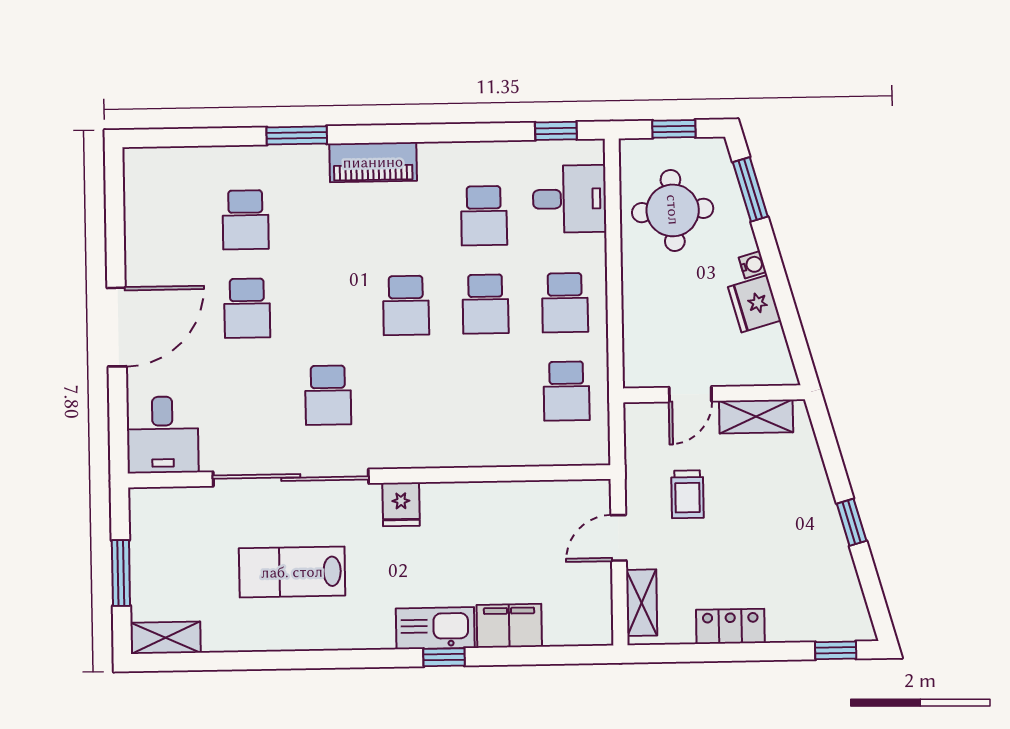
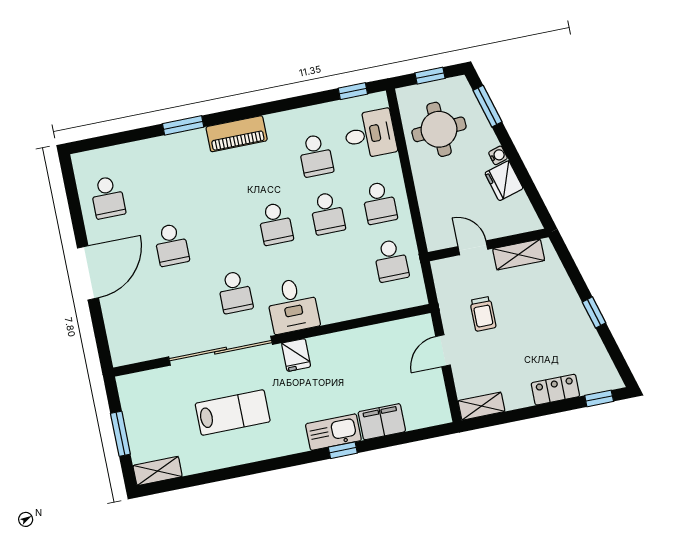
school desk: (246, 220) -> (108, 197), moved
door: (690, 394) -> (473, 248), swing flipped
desk: (163, 435) -> (293, 305), moved
lab bench: (292, 572) -> (233, 412), turned 180
shelving: (642, 603) -> (481, 406), moved, turned 90
locker: (730, 626) -> (555, 390), moved

